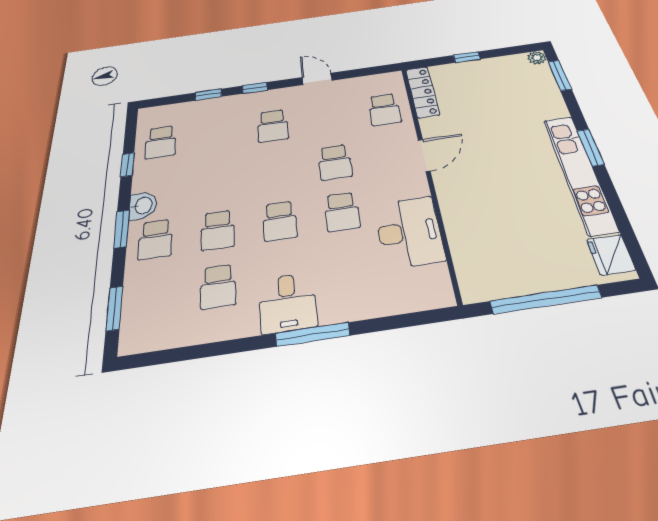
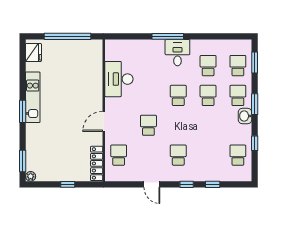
kitchen unit: (580, 173) -> (33, 97), width x0.73
school desk: (342, 212) -> (238, 66), moved

